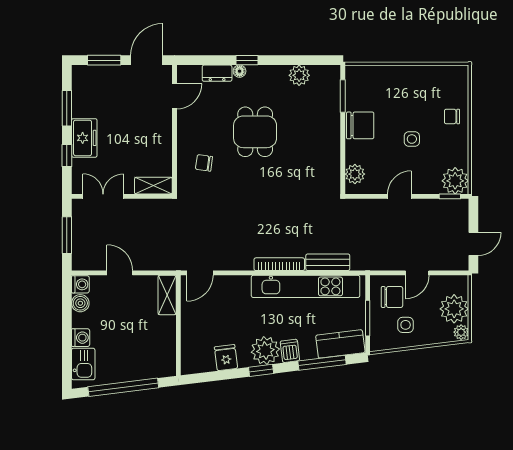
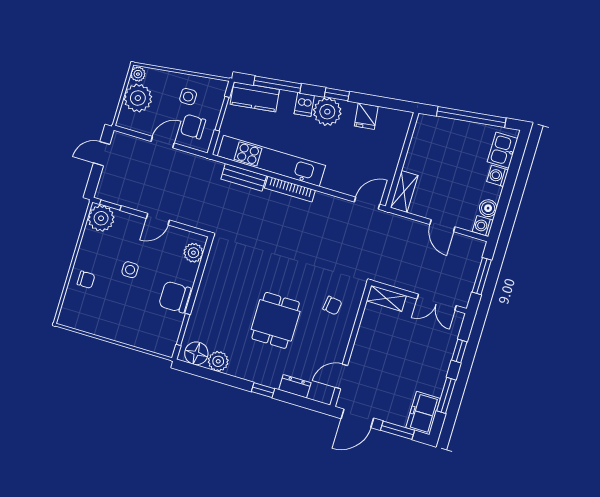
floor lamp: (240, 71) -> (196, 353), moved, width x1.89, depth x1.89
freezer: (84, 138) -> (423, 413), moved

